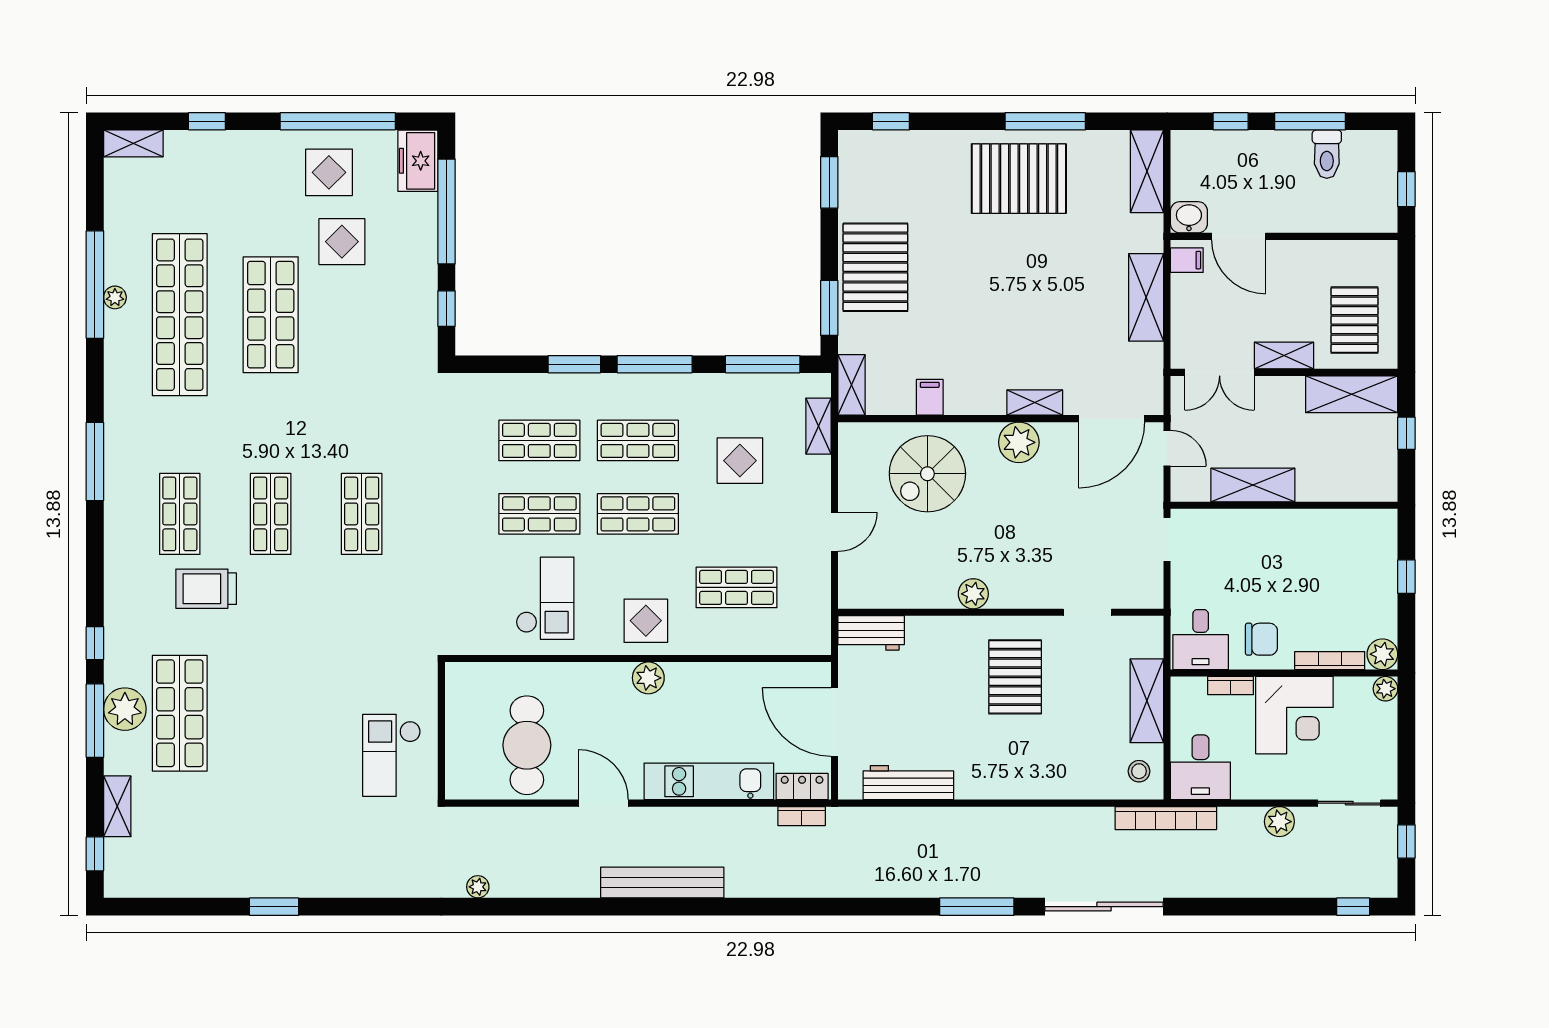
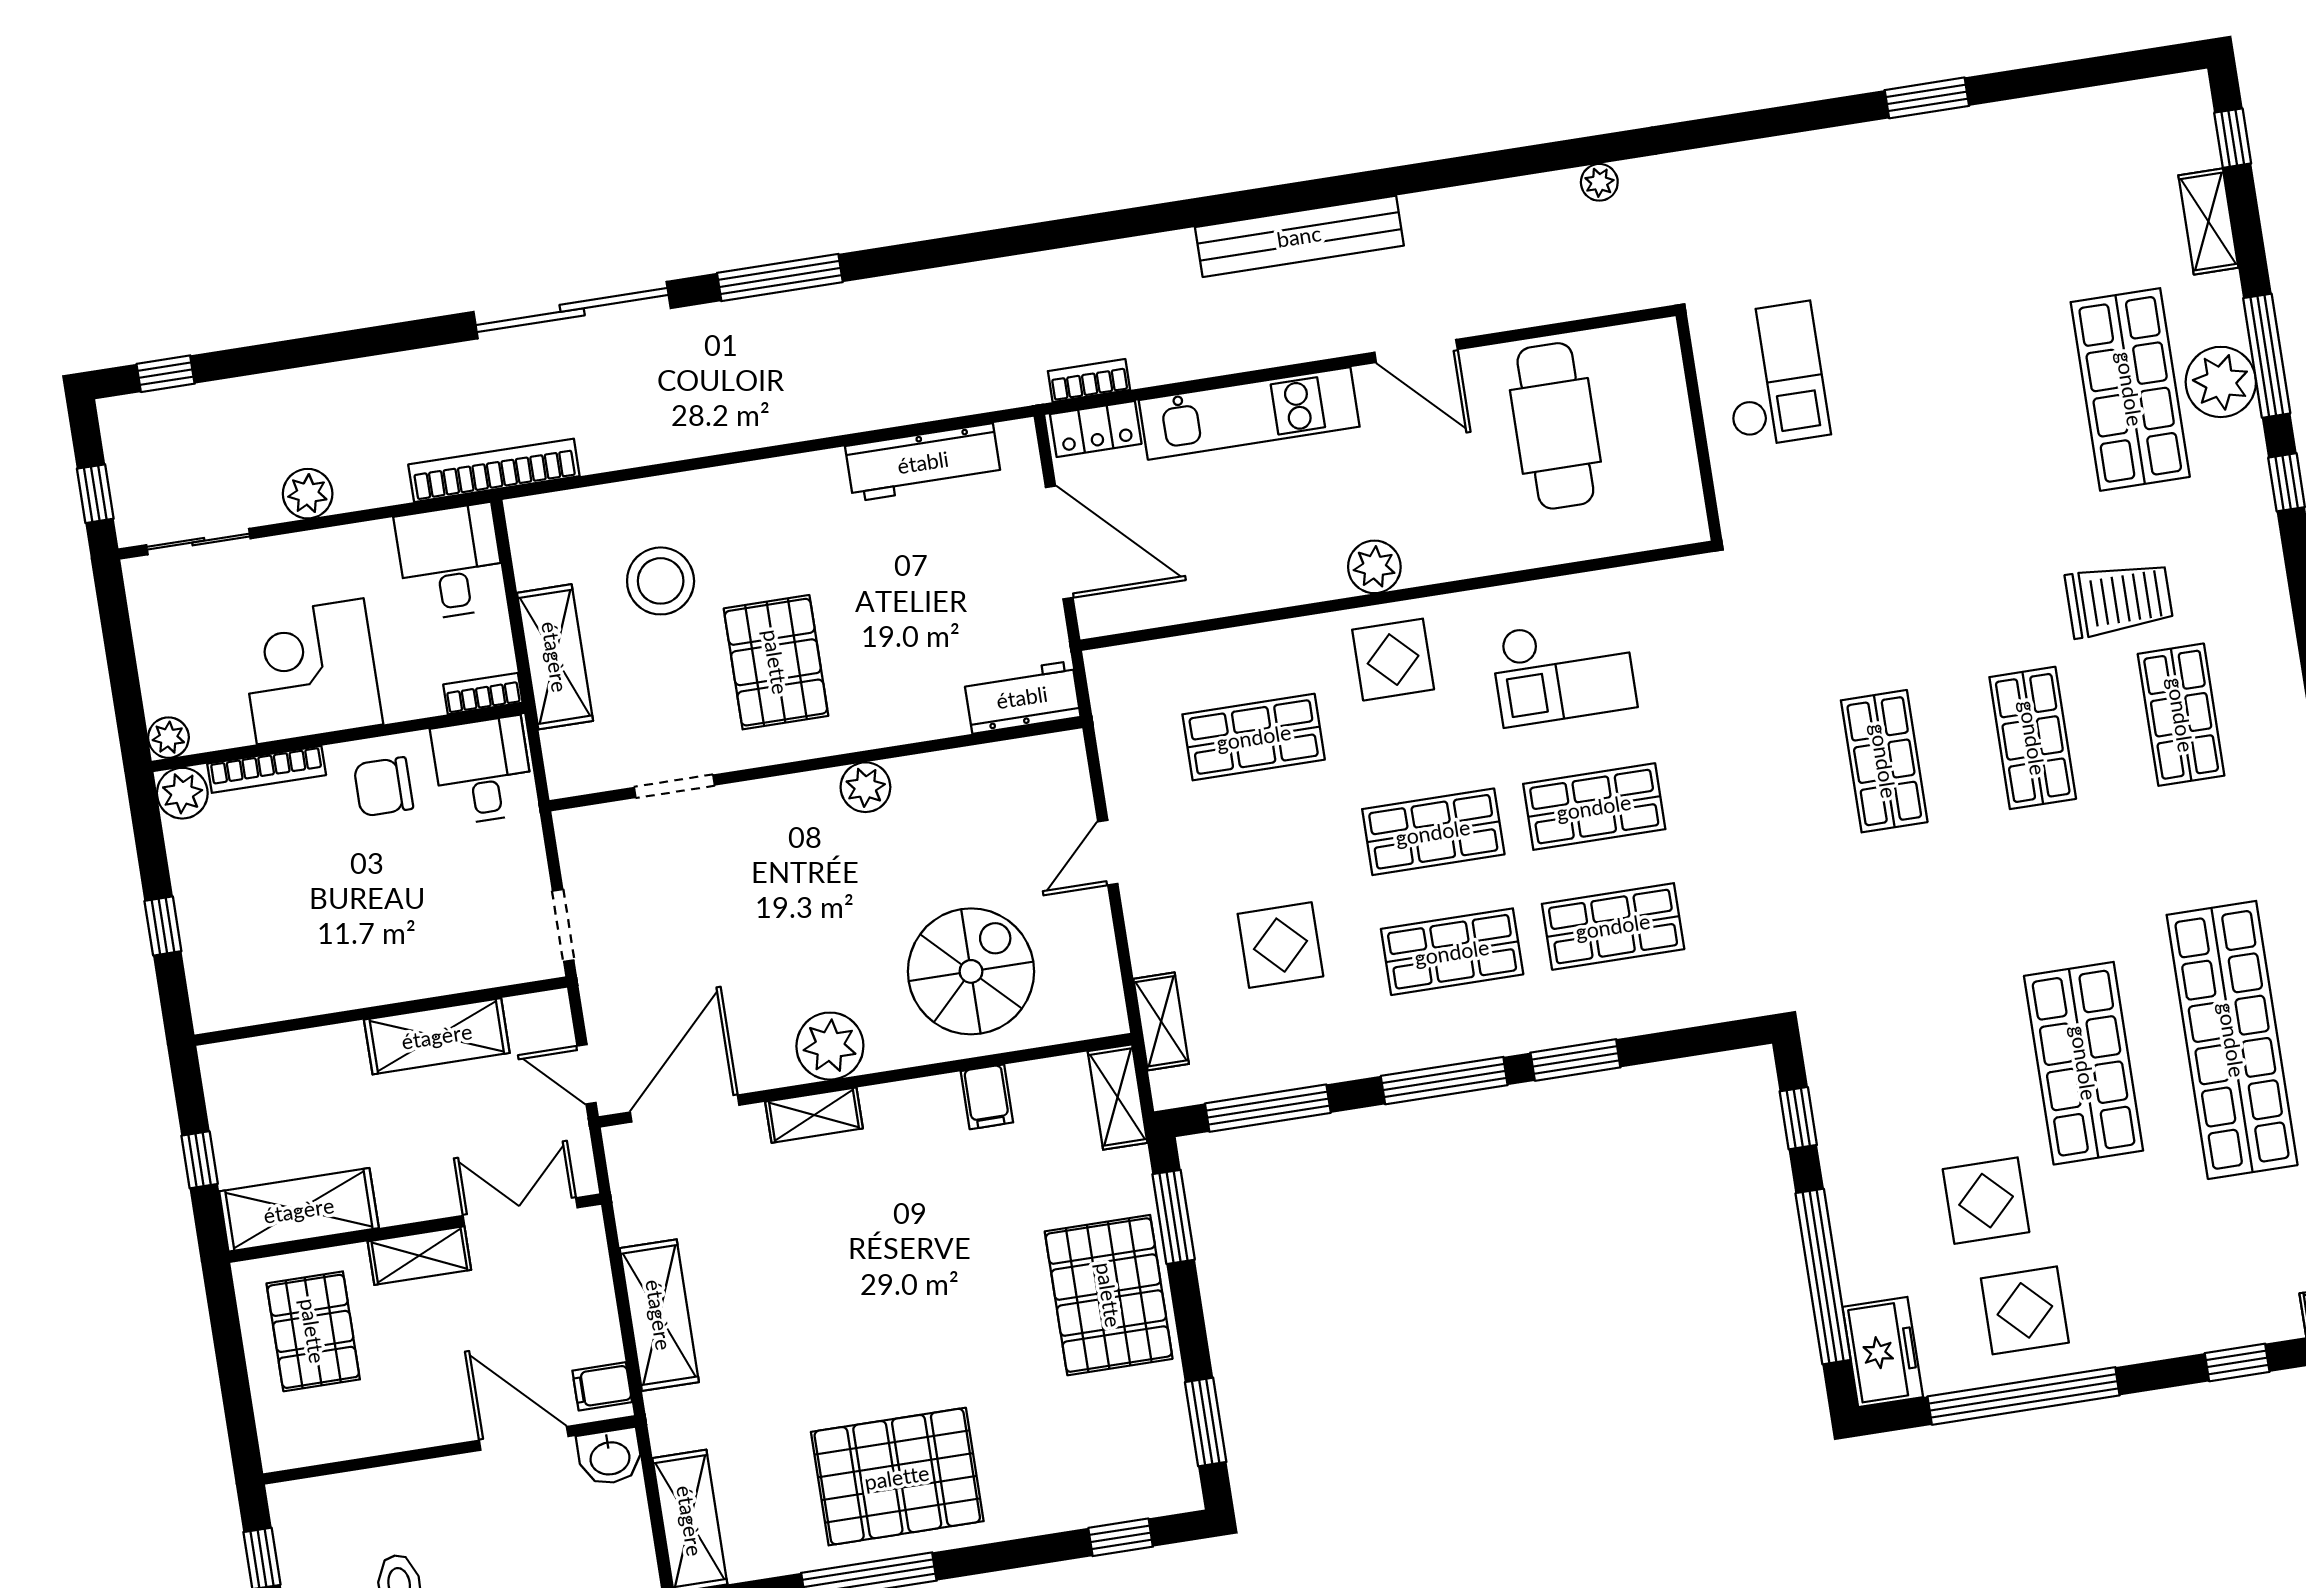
checkout: (545, 598) -> (1563, 670), turned -90
bookcase: (1231, 686) -> (483, 694), moved
stool: (1139, 771) -> (661, 581), moved, width x1.89, depth x1.89

